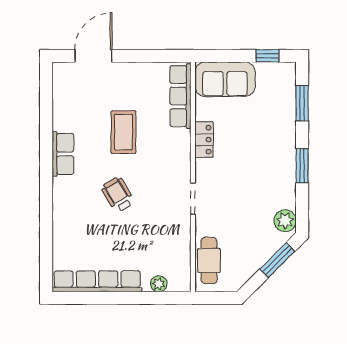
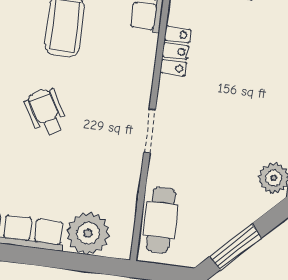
window: (277, 260) -> (236, 247), moved
plant: (159, 284) -> (88, 233), width x1.87, depth x1.87

